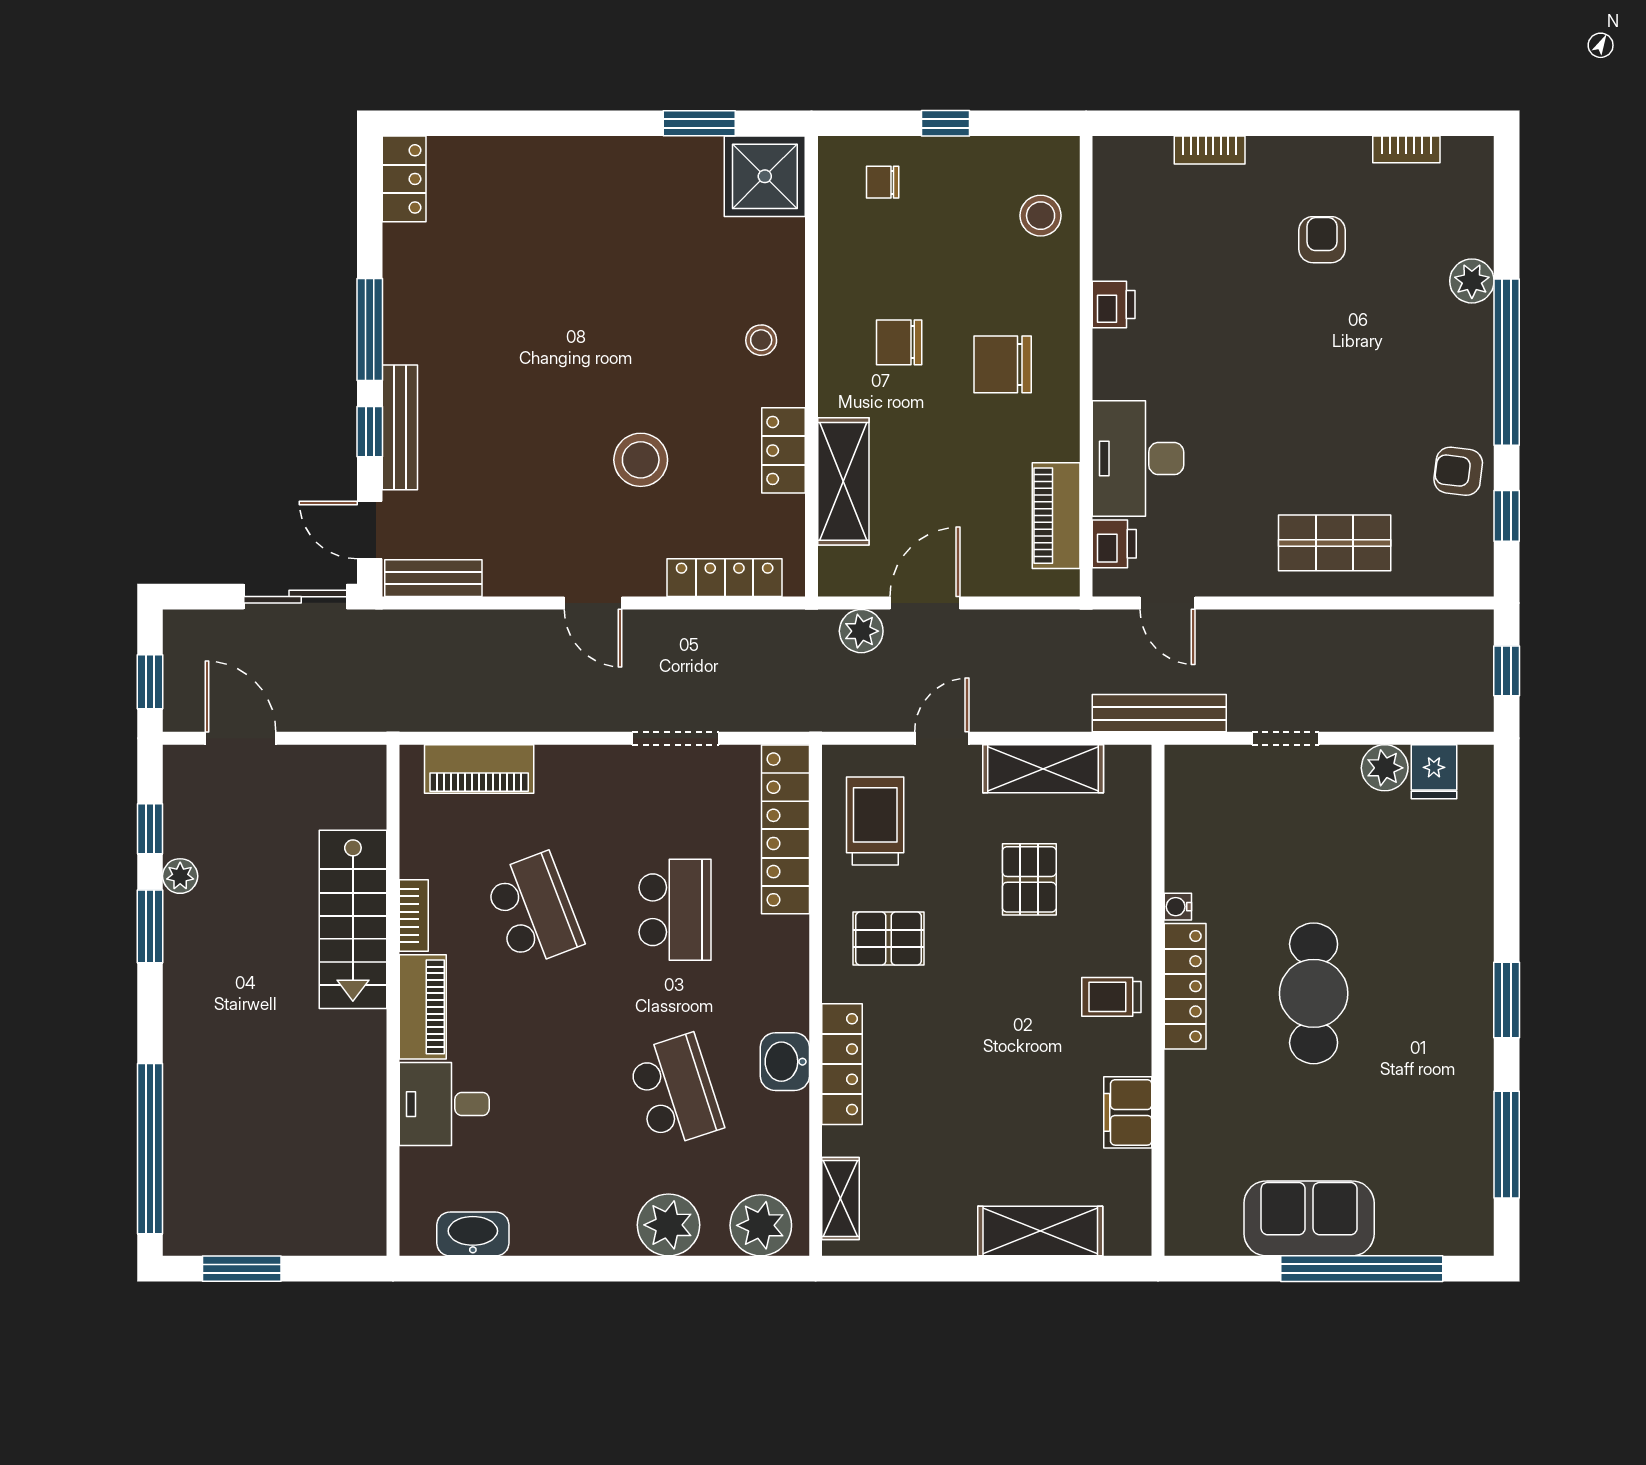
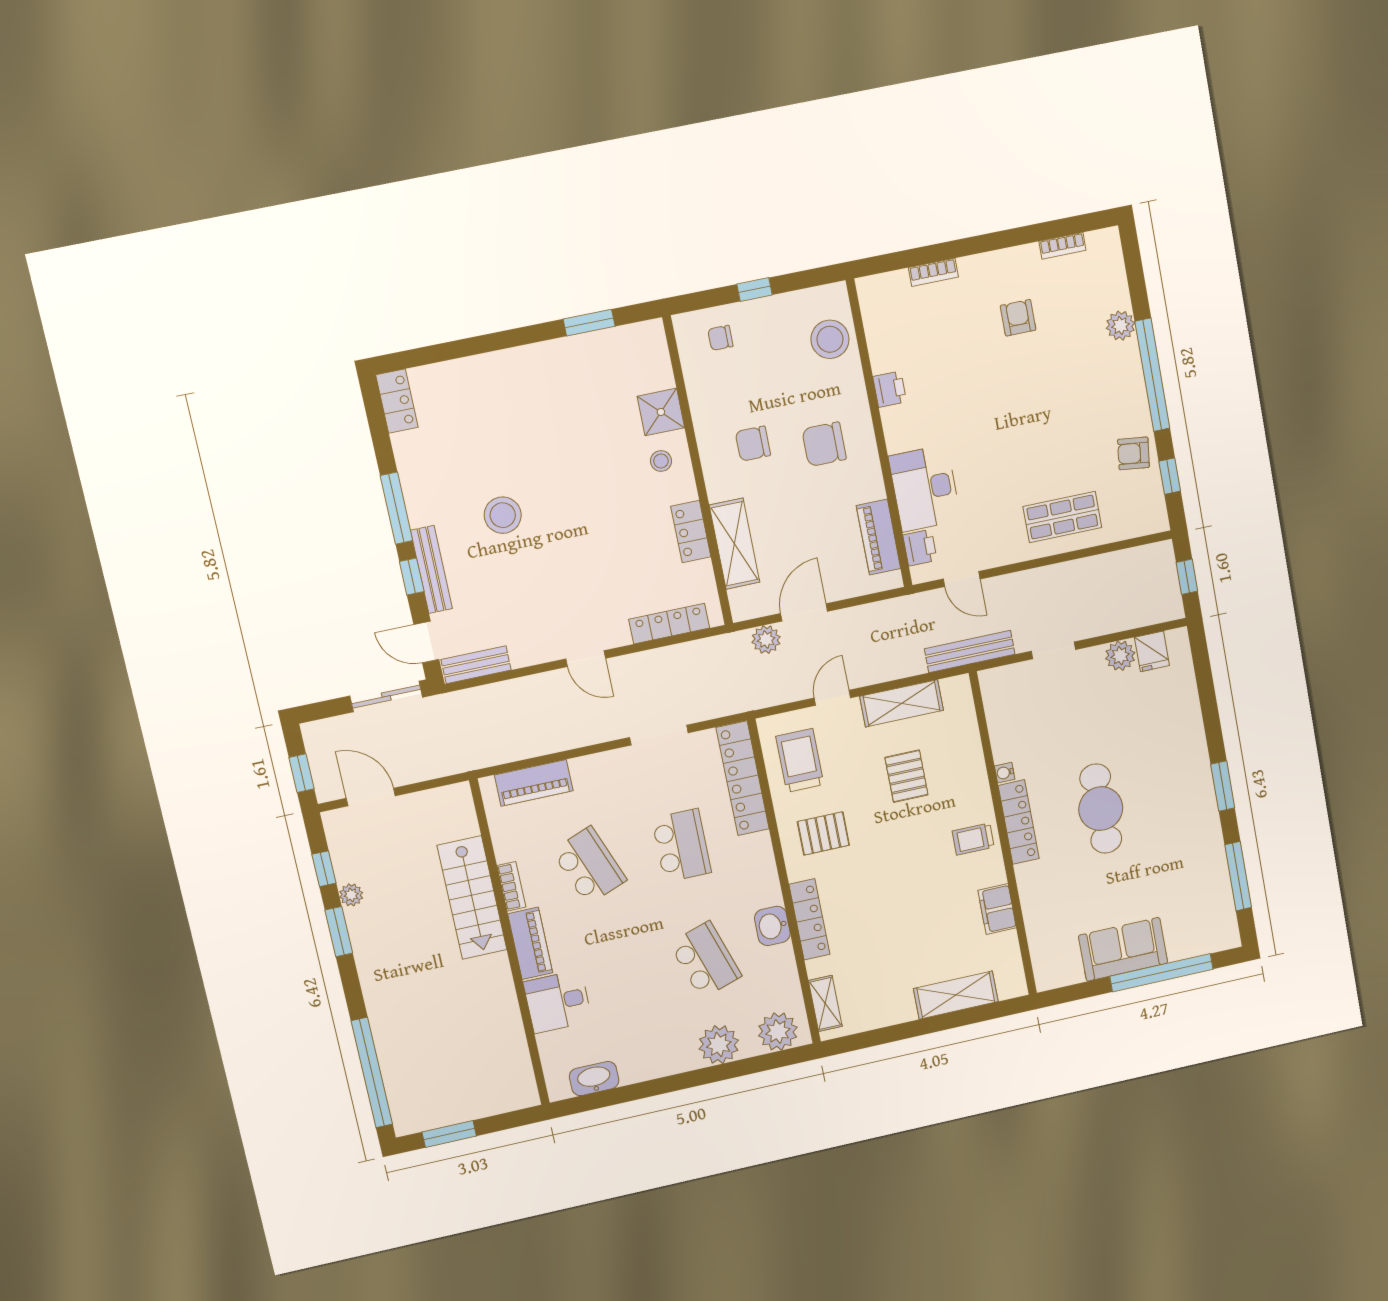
shower: (765, 176) -> (661, 412), moved, width x0.73, depth x0.73
stool: (1041, 216) -> (830, 339), width x1.38, depth x1.38
stool: (641, 460) -> (503, 515), moved

